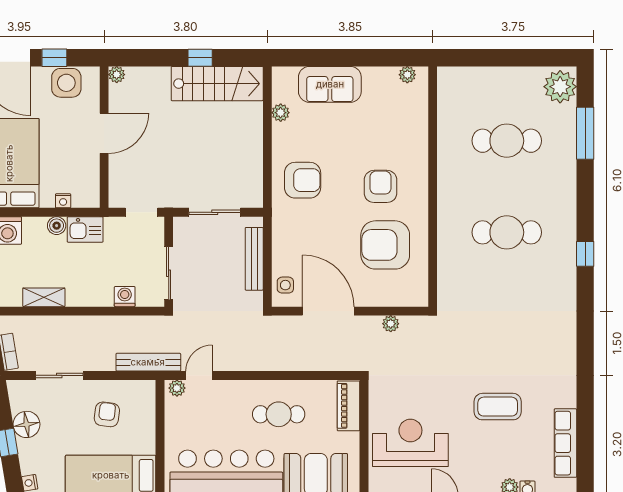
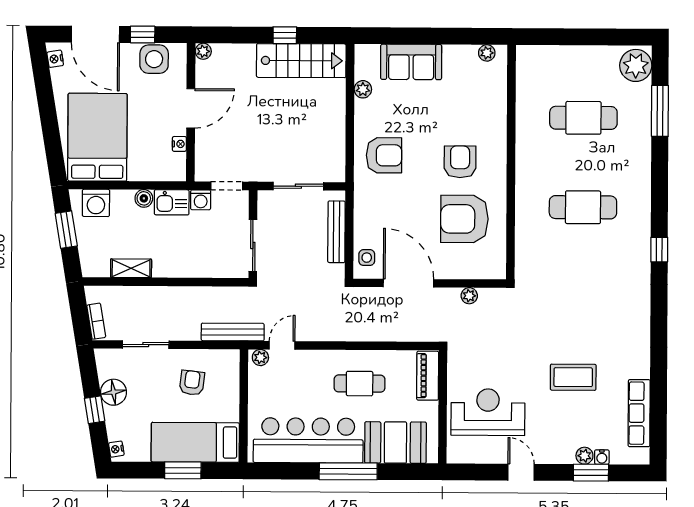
nightstand: (63, 201) -> (179, 144), moved, turned -90
window: (585, 254) -> (659, 250), moved
washing machine: (125, 297) -> (201, 200), moved, turned 180

